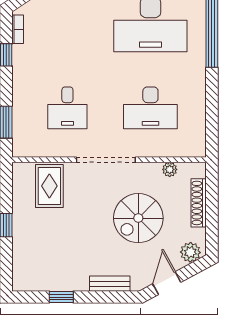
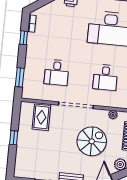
desk: (150, 108) -> (105, 77), width x0.73
spiral stairs: (138, 218) -> (92, 141), turned 180

